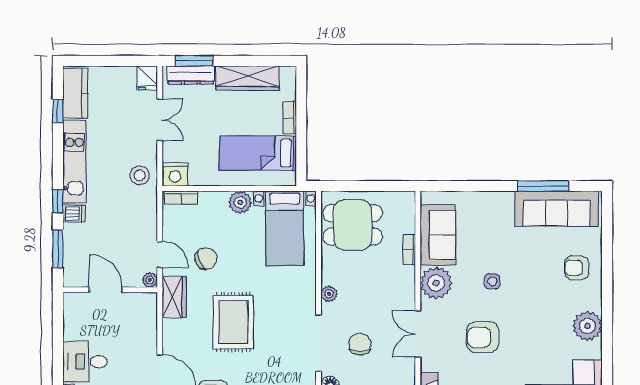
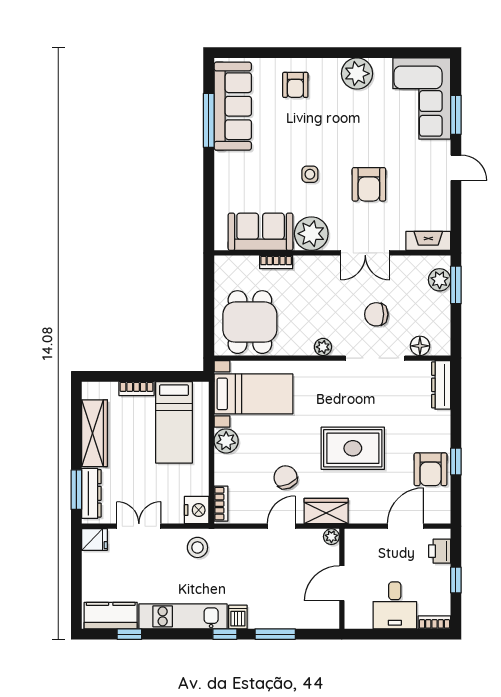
plant: (150, 280) -> (331, 537), moved
door: (106, 290) -> (342, 583), moved
wall: (110, 290) -> (342, 579), moved

